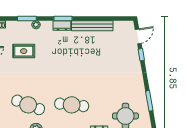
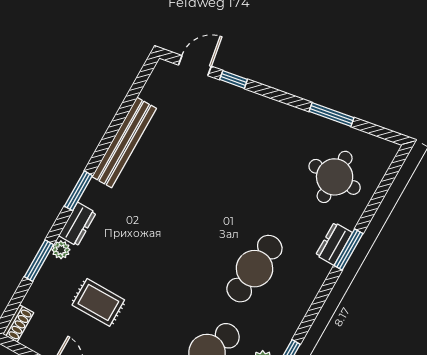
dresser: (62, 25) -> (77, 224), moved
door: (138, 36) -> (195, 66), hinge flipped
rug: (24, 51) -> (98, 302), turned 90

